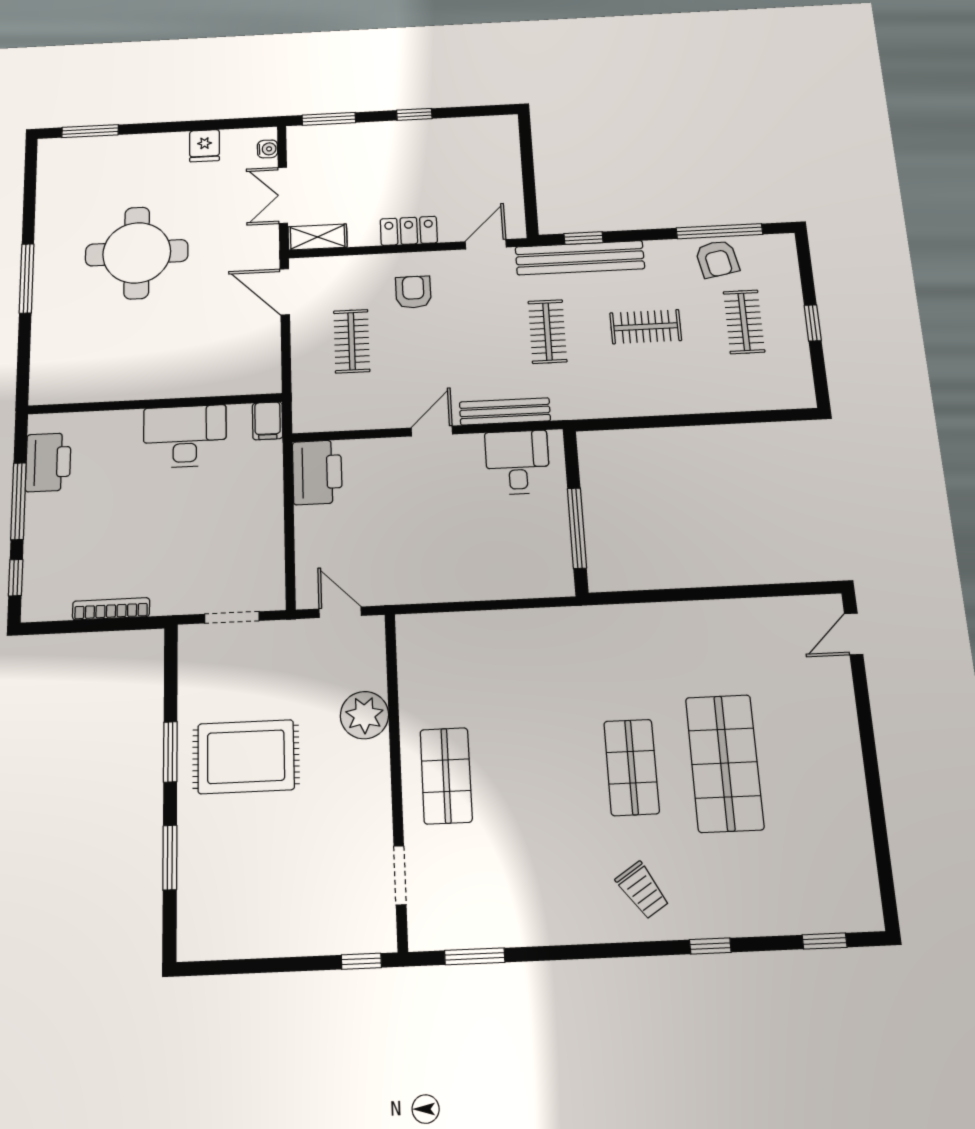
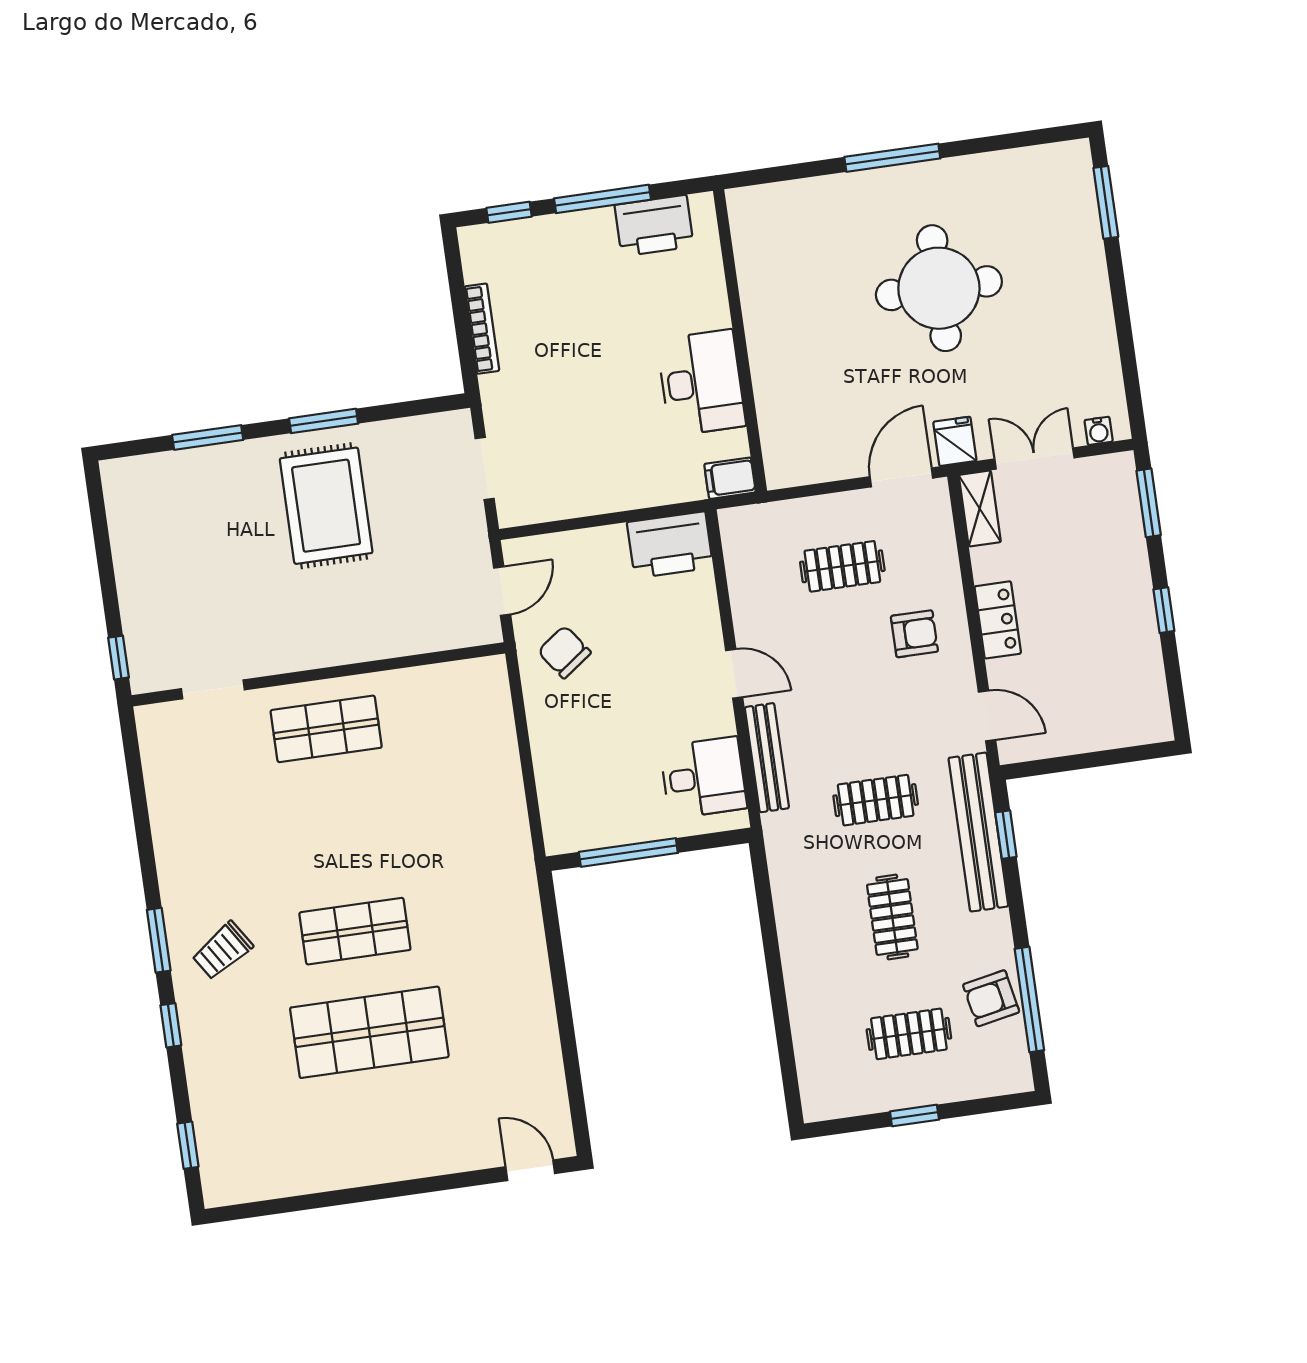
fridge: (205, 146) -> (955, 441), moved, turned 90
chair: (399, 565) -> (564, 652), added
plant: (364, 715) -> (385, 632), removed
window: (475, 956) -> (159, 940), moved

